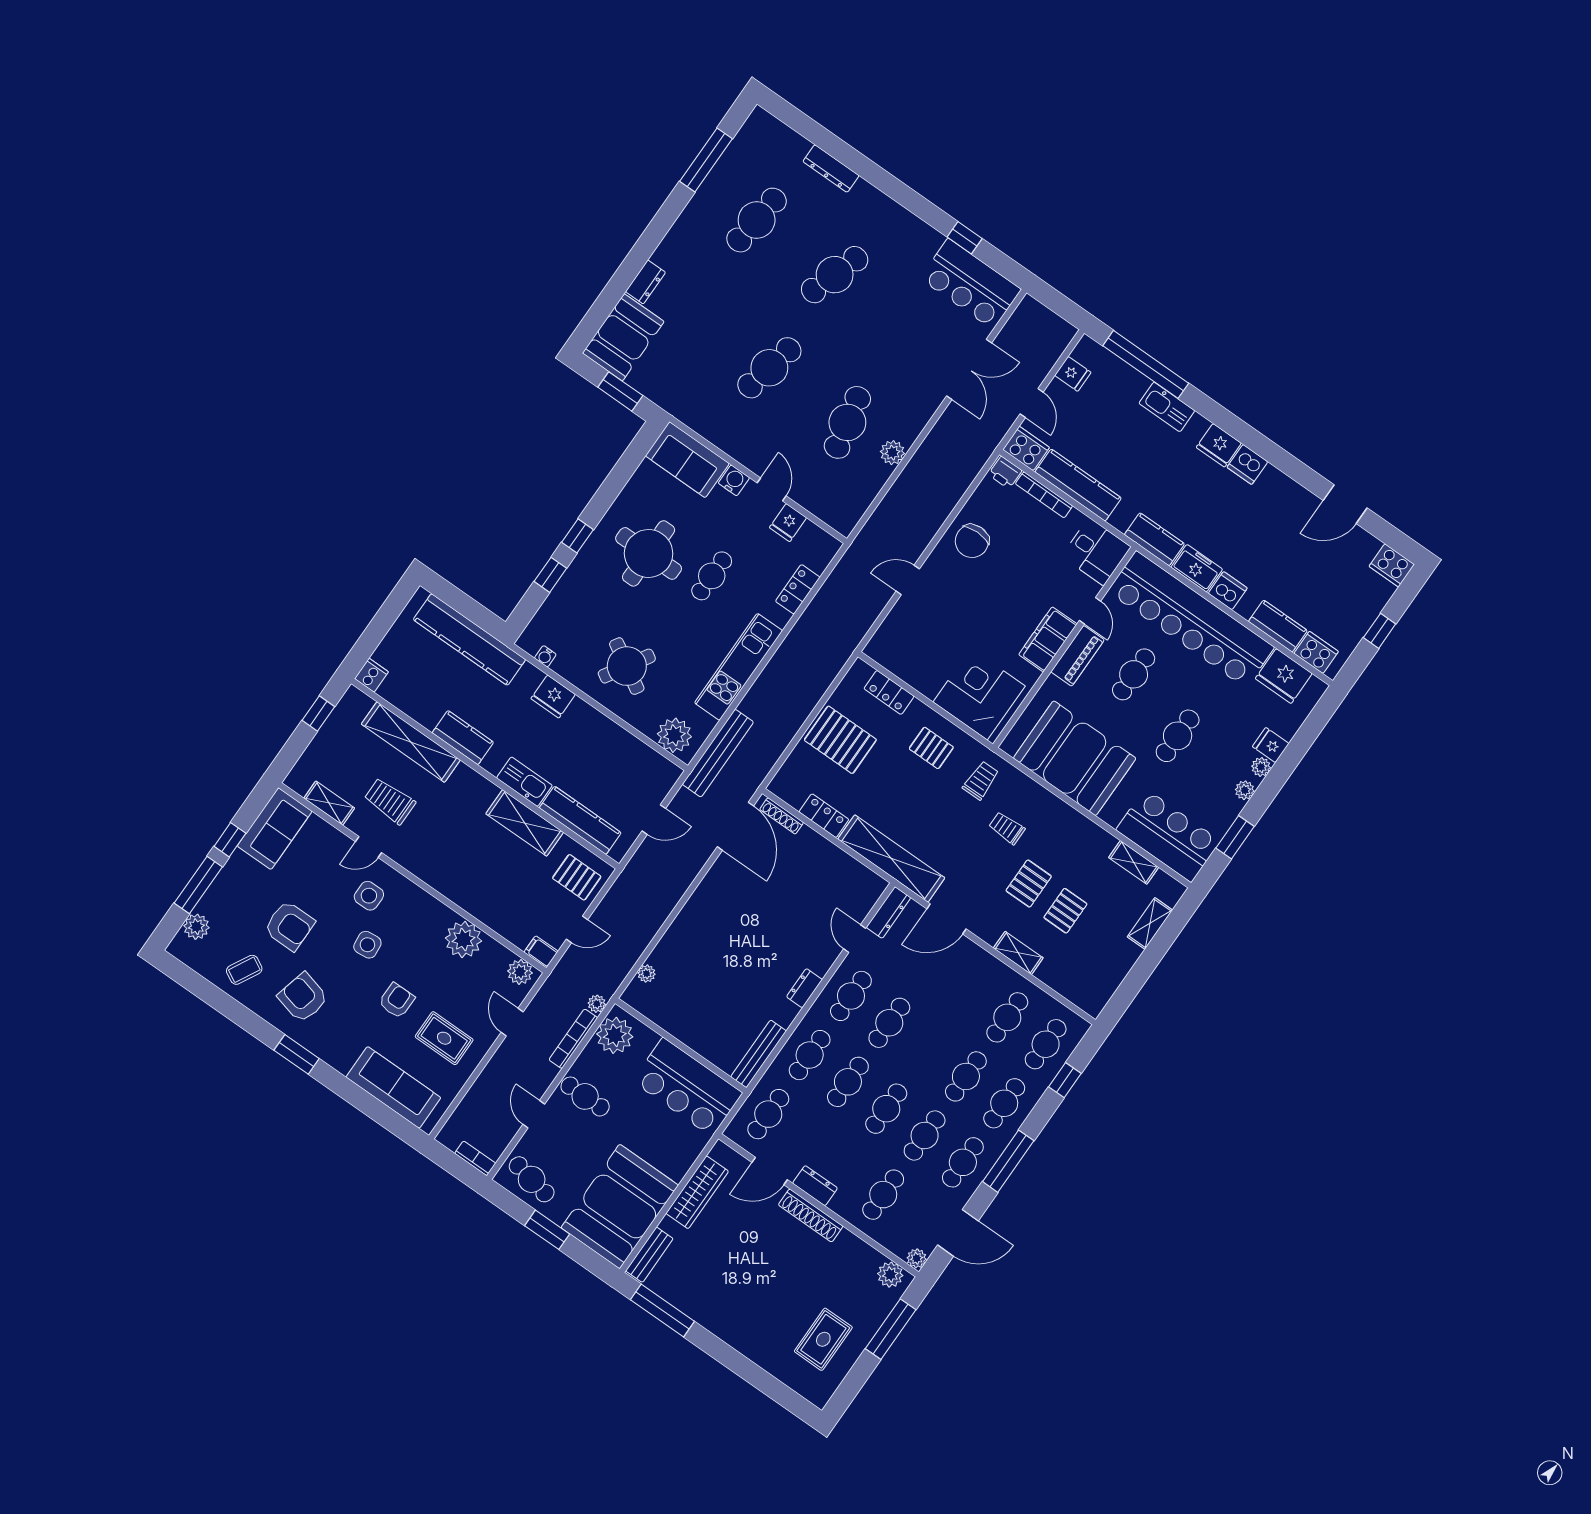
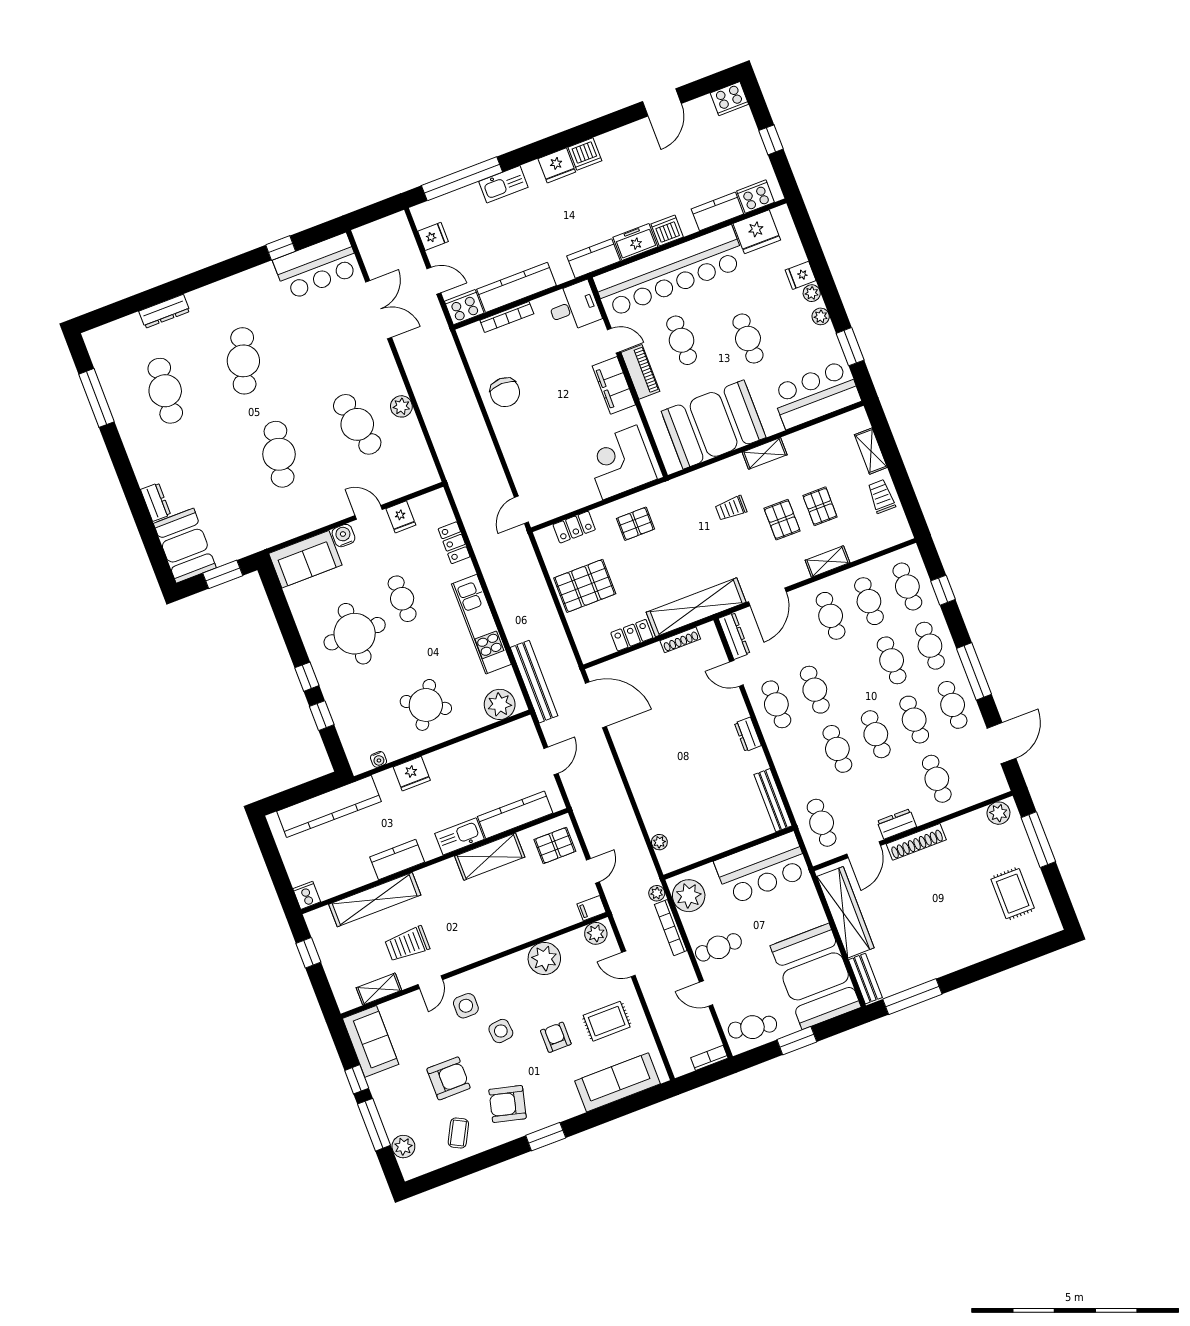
printer: (1005, 473) -> (471, 334), removed
door: (908, 580) -> (521, 510), moved
trolley: (981, 780) -> (881, 496), moved
shoe rack: (782, 816) -> (680, 640), moved
shelving: (1134, 862) -> (765, 453), moved
cafe table: (810, 1055) -> (831, 616), moved
wardrobe: (697, 1192) -> (845, 912), width x1.40, depth x1.17
plant: (917, 1258) -> (1000, 786), removed

